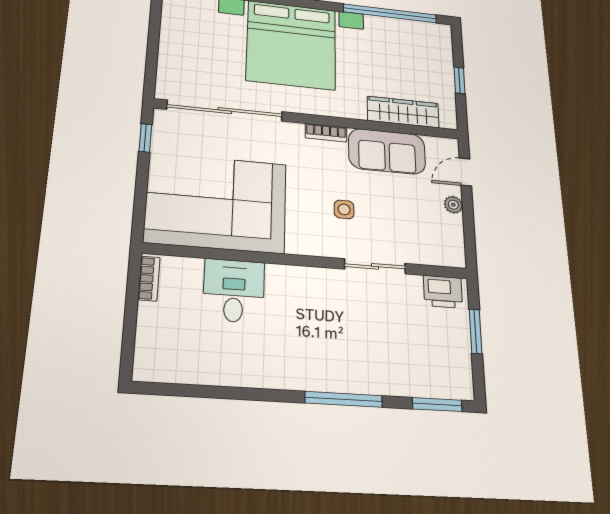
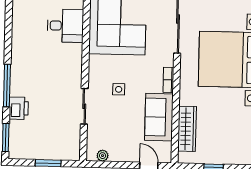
plant: (453, 205) -> (103, 156), moved
printer: (443, 292) -> (19, 108), moved, turned 180

